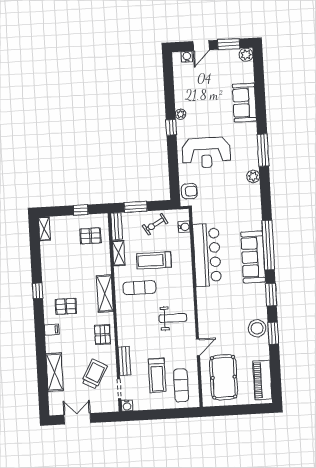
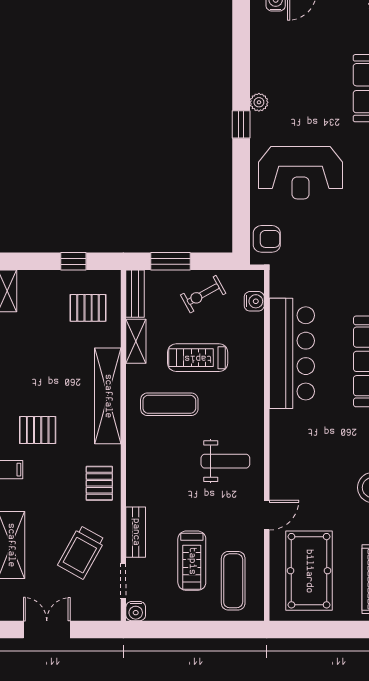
shelving: (105, 294) -> (108, 396), width x1.47
trolley: (94, 374) -> (81, 552), turned 180

